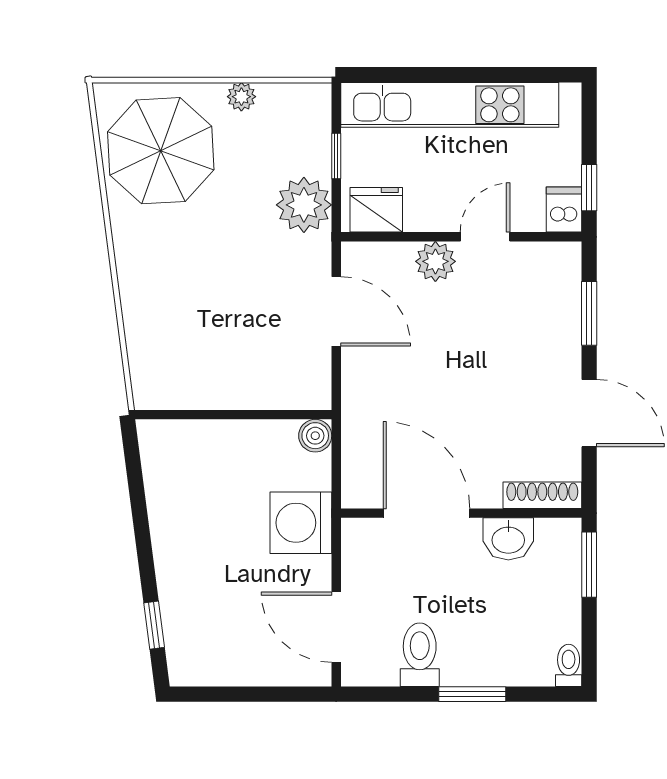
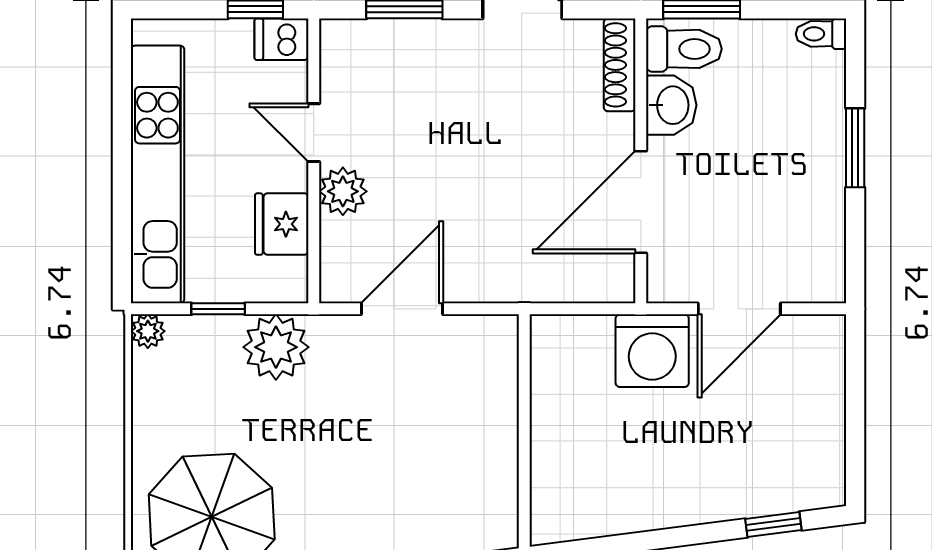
plant: (241, 97) -> (148, 331), moved
fridge: (376, 210) -> (282, 224), moved
boiler: (315, 436) -> (549, 334), removed
door: (336, 627) -> (739, 309), moved
toilet: (420, 655) -> (684, 49), moved, turned 180

